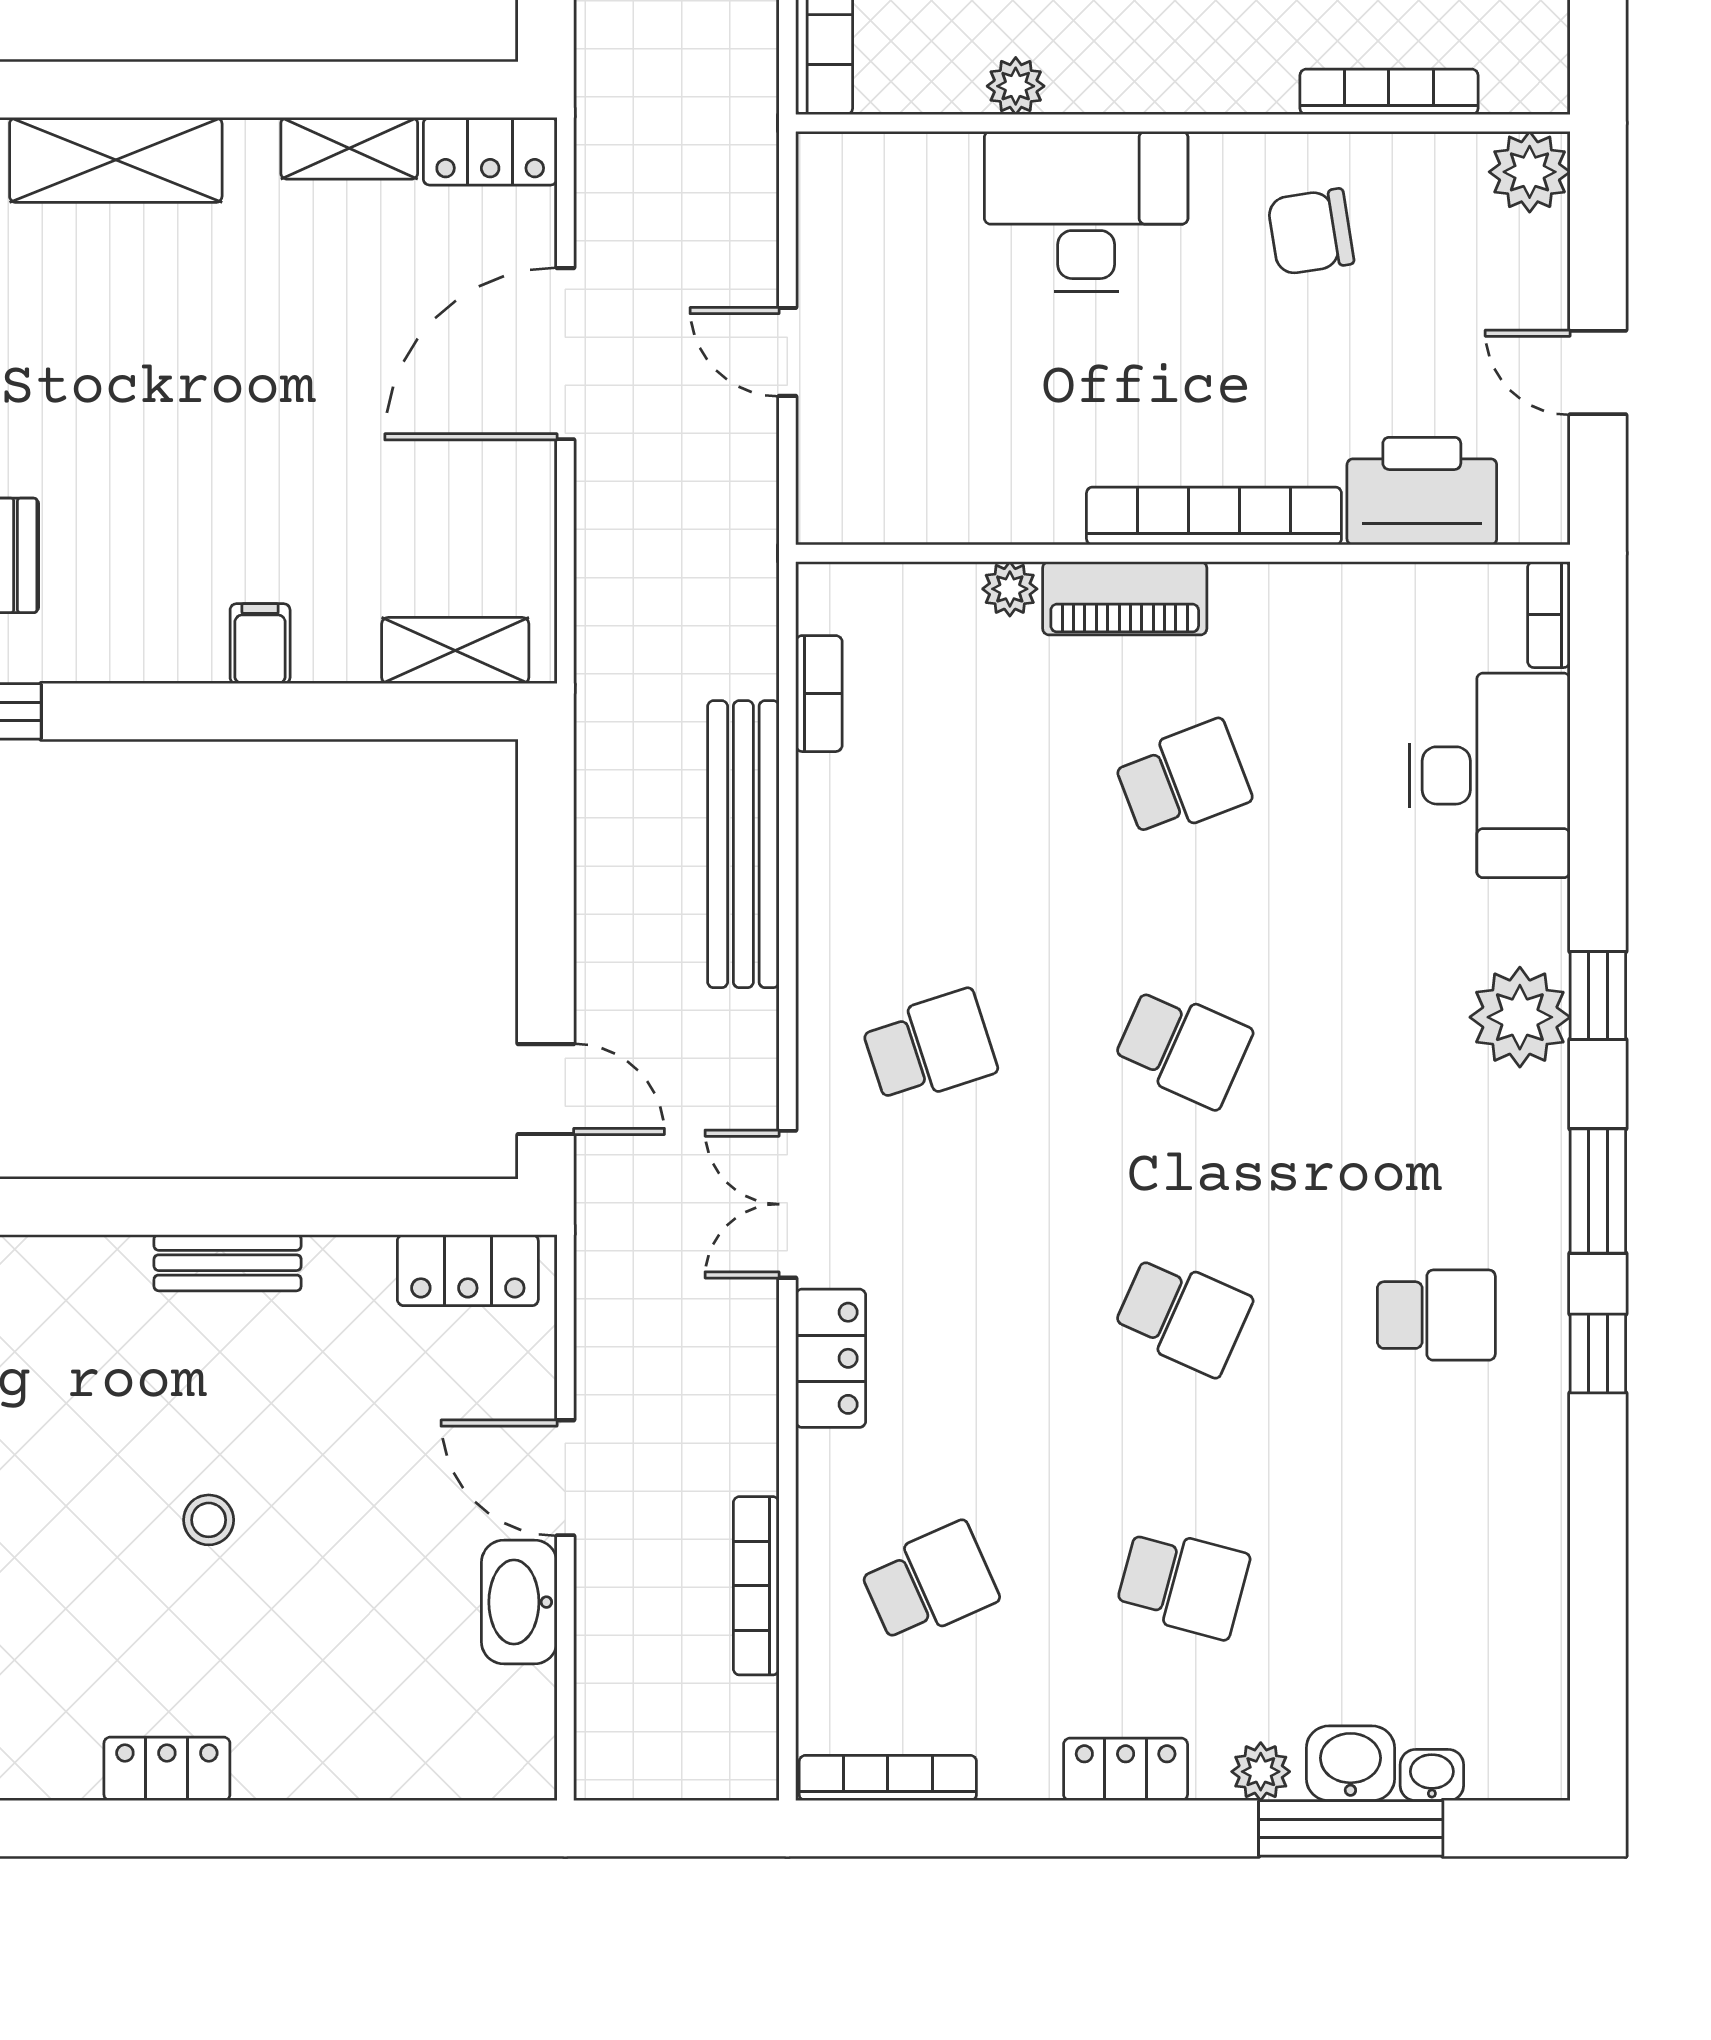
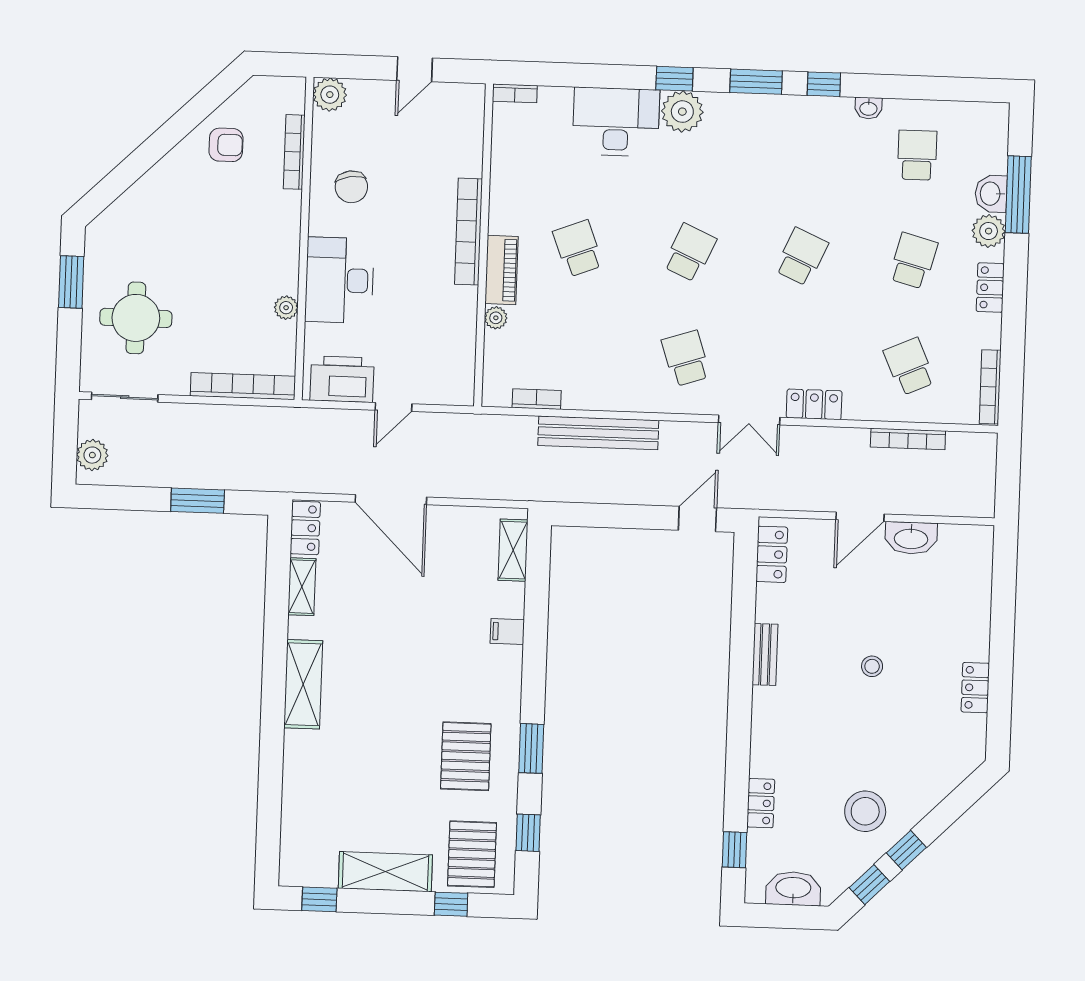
printer: (1422, 491) -> (342, 379), moved, turned 90
desk: (1490, 775) -> (616, 122), moved
school desk: (1436, 1315) -> (917, 155), moved
plant: (1261, 1772) -> (989, 231), width x1.38, depth x1.38
washbasin: (1432, 1775) -> (868, 108), moved, turned -90

